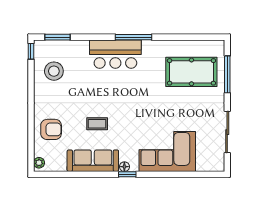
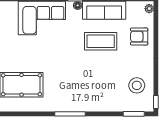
bar counter: (115, 54) -> (85, 100), removed
coffee table: (97, 124) -> (101, 41), width x1.86, depth x1.72

